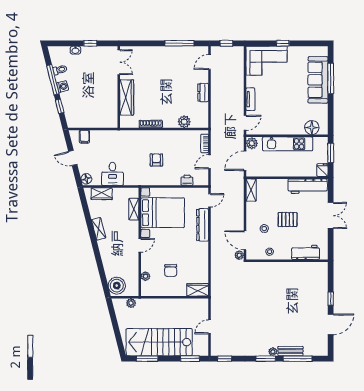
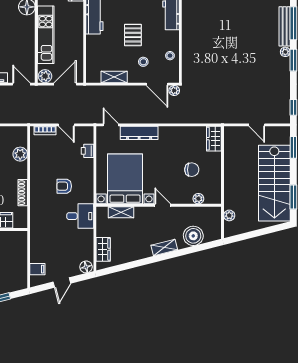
door: (245, 161) -> (65, 84), swing flipped
desk: (112, 174) -> (80, 216), moved
shelving: (251, 190) -> (114, 77), moved
shelving: (99, 229) -> (164, 248), moved
door: (245, 240) -> (157, 84), hinge flipped
boiler: (117, 286) -> (193, 236), moved
bench: (290, 351) -> (285, 26), width x1.36

